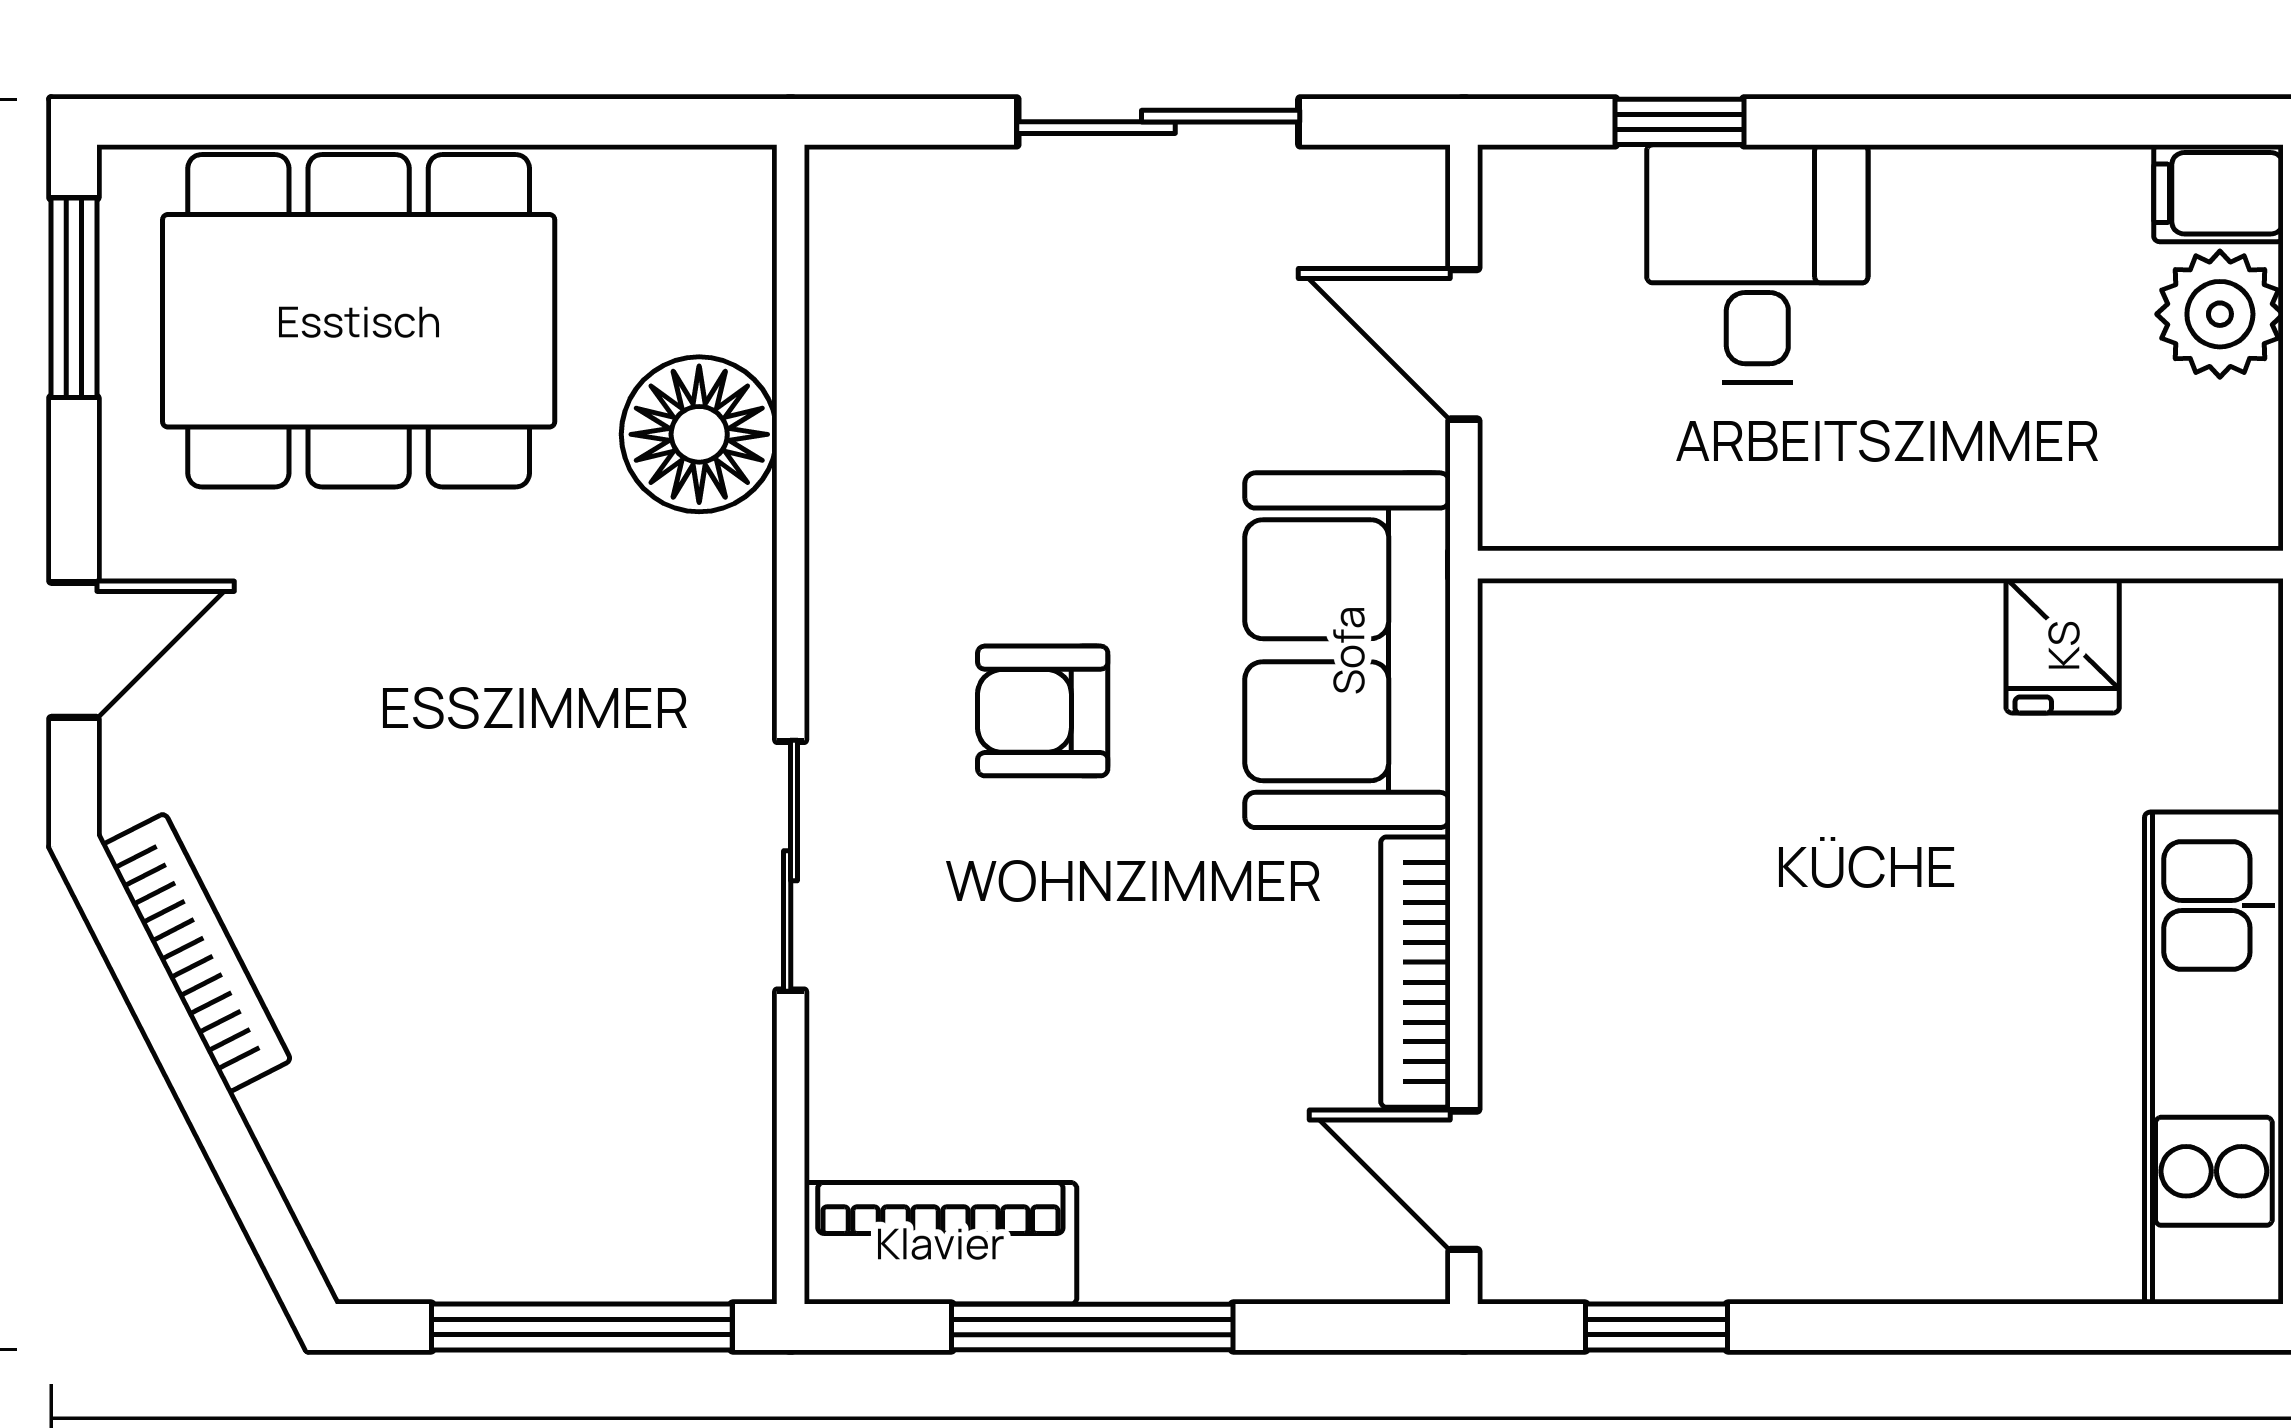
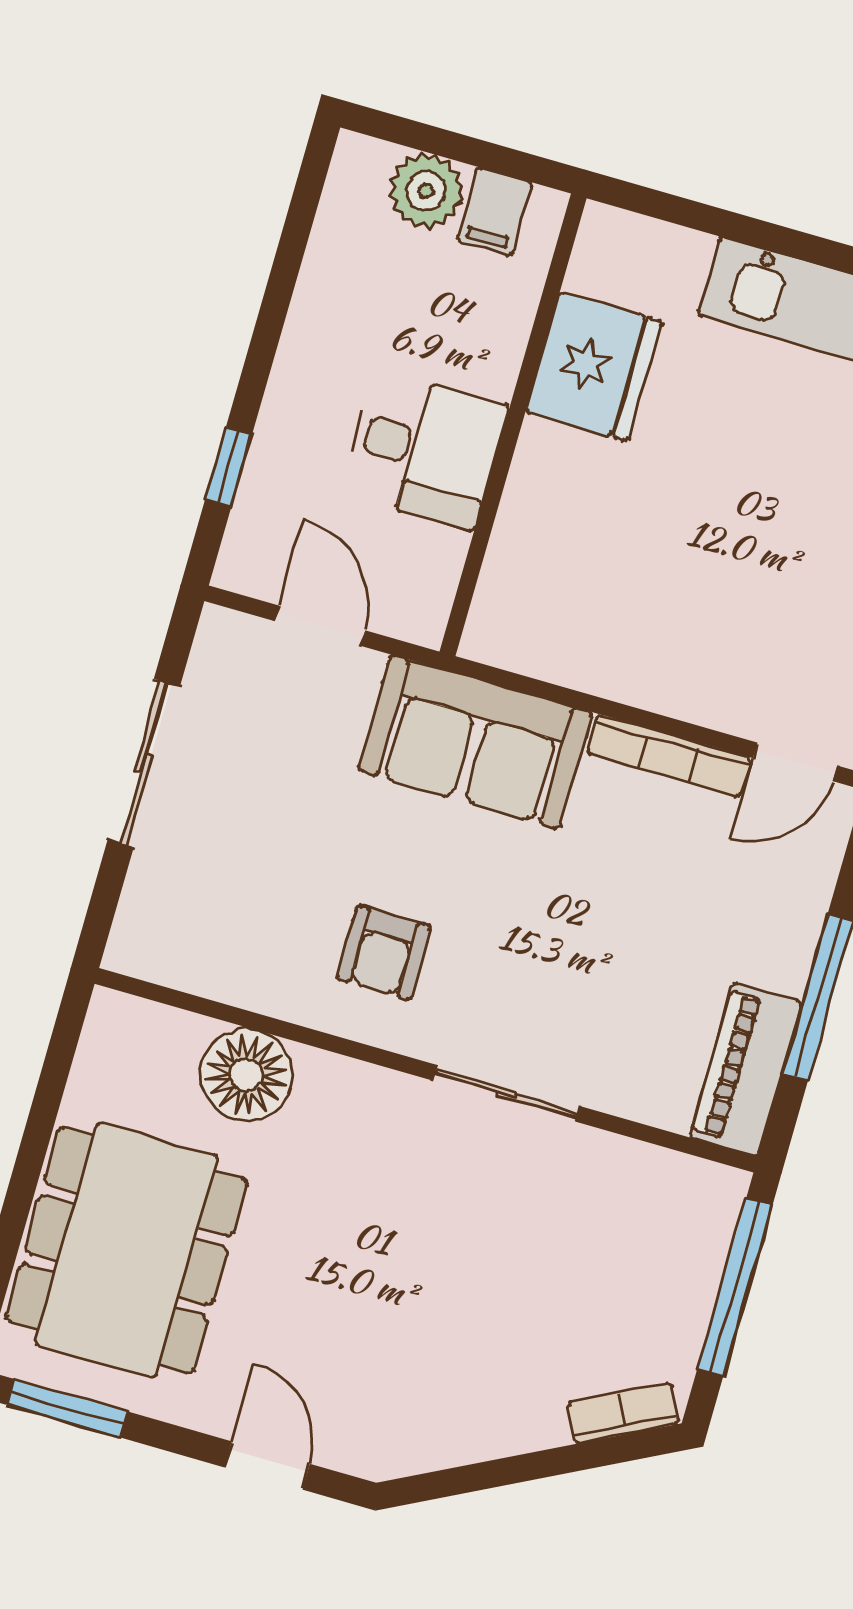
filing cabinet: (2218, 193) -> (495, 212), moved
desk: (1757, 264) -> (424, 450), moved, turned 180
door: (1464, 344) -> (320, 626), swing flipped
fridge: (2063, 646) -> (594, 367), width x1.88, depth x1.34
armchair: (1043, 711) -> (384, 952), moved
bookcase: (197, 953) -> (623, 1413), moved, width x0.64

